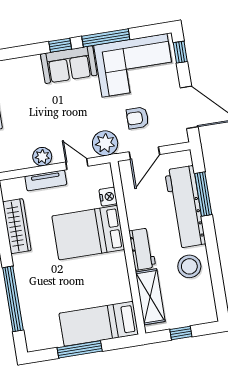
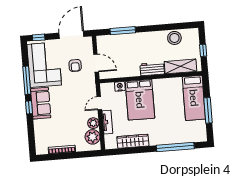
plant: (105, 143) -> (93, 137), moved
workbench: (185, 207) -> (129, 42), removed
stool: (189, 266) -> (174, 38), moved

